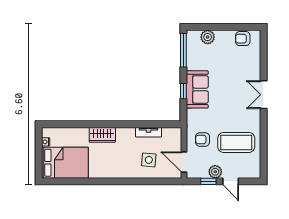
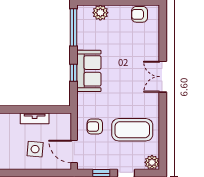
plant: (215, 172) -> (152, 162), moved

